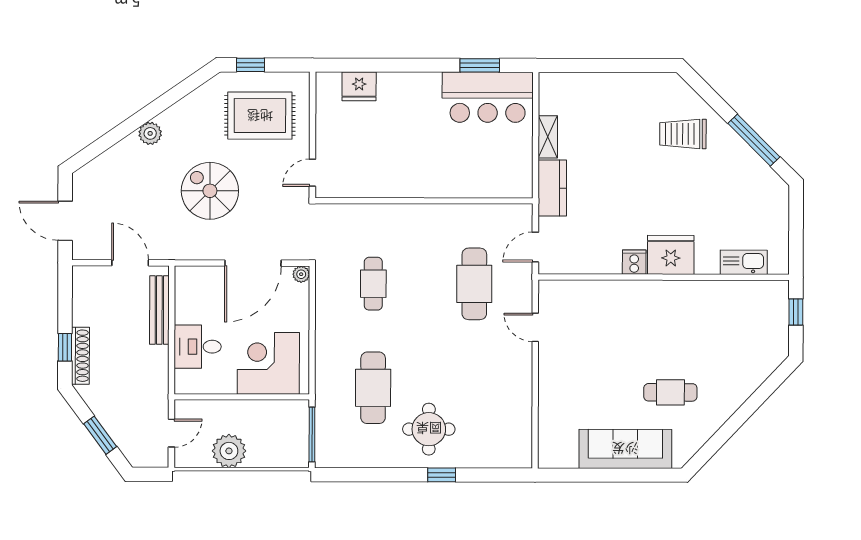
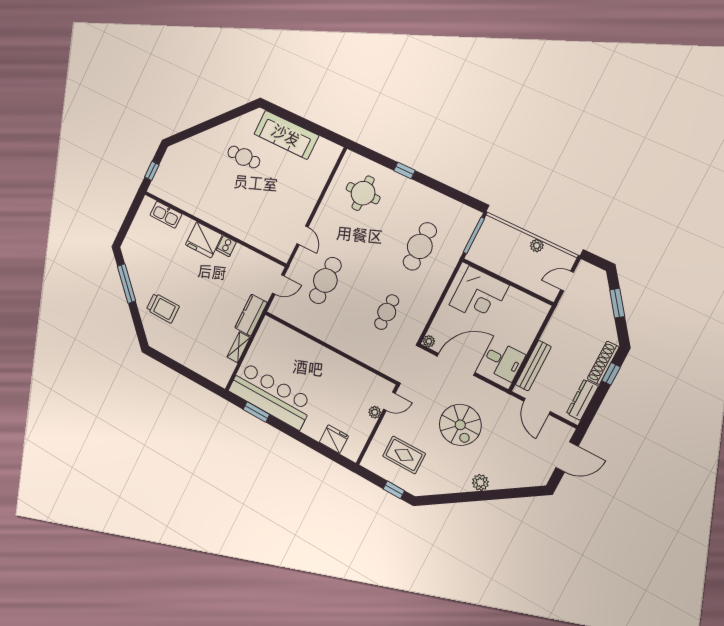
bar counter: (488, 97) -> (271, 395), width x1.36
rug: (260, 116) -> (404, 455), width x0.73, depth x0.70
plant: (324, 149) -> (375, 412), added
door: (65, 221) -> (567, 457), hinge flipped
dresser: (82, 299) -> (582, 400), added
desk: (198, 347) -> (503, 361), moved
round table: (429, 429) -> (363, 193), moved
plant: (229, 451) -> (537, 246), width x0.53, depth x0.53

